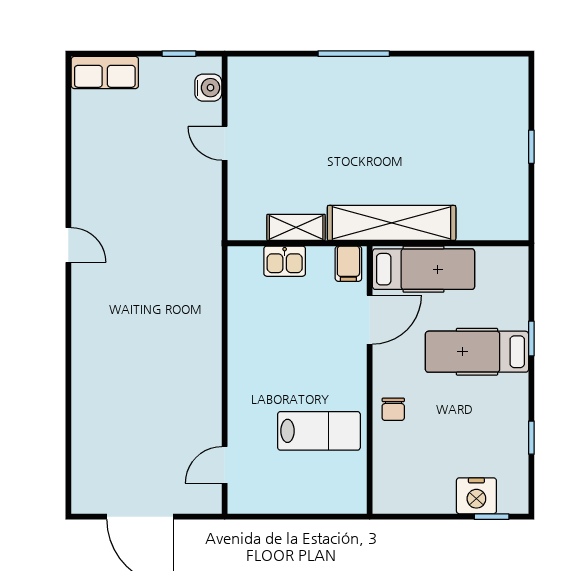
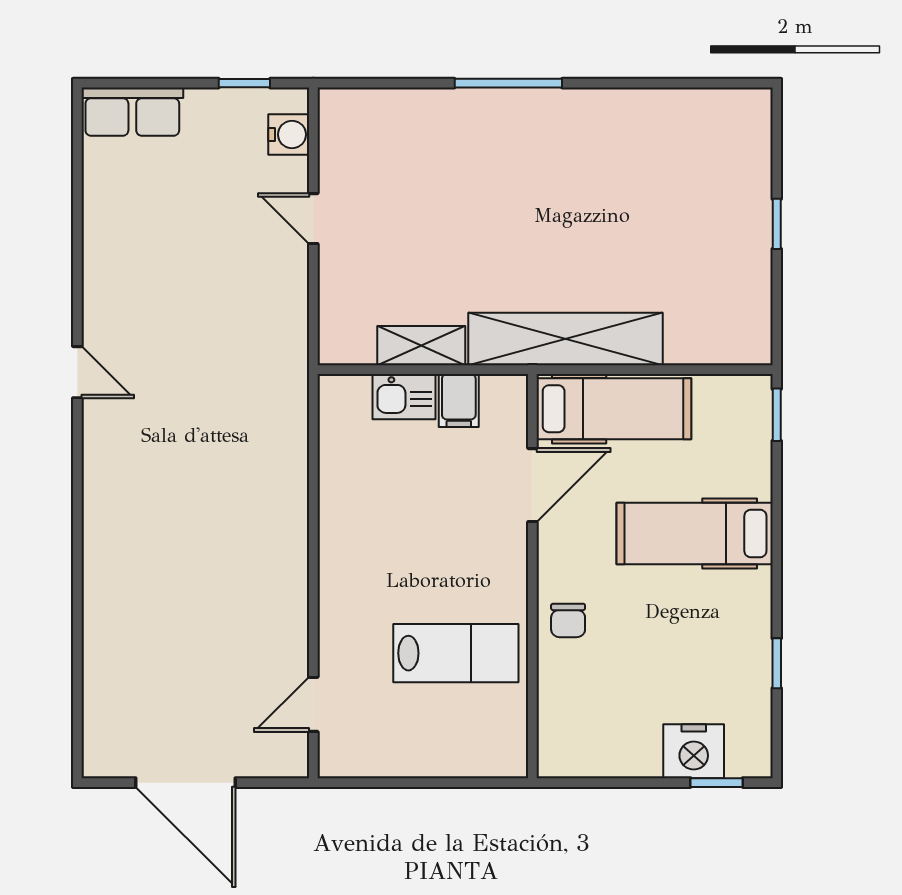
filing cabinet: (348, 264) -> (459, 400), moved
window: (531, 339) -> (777, 415), moved

